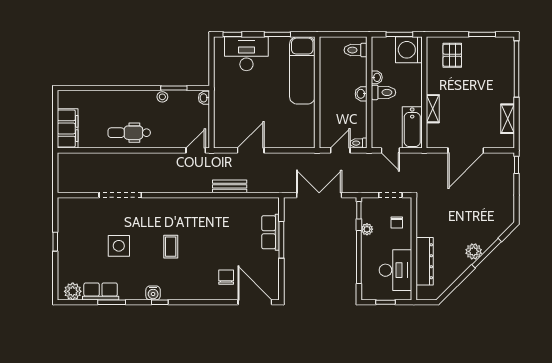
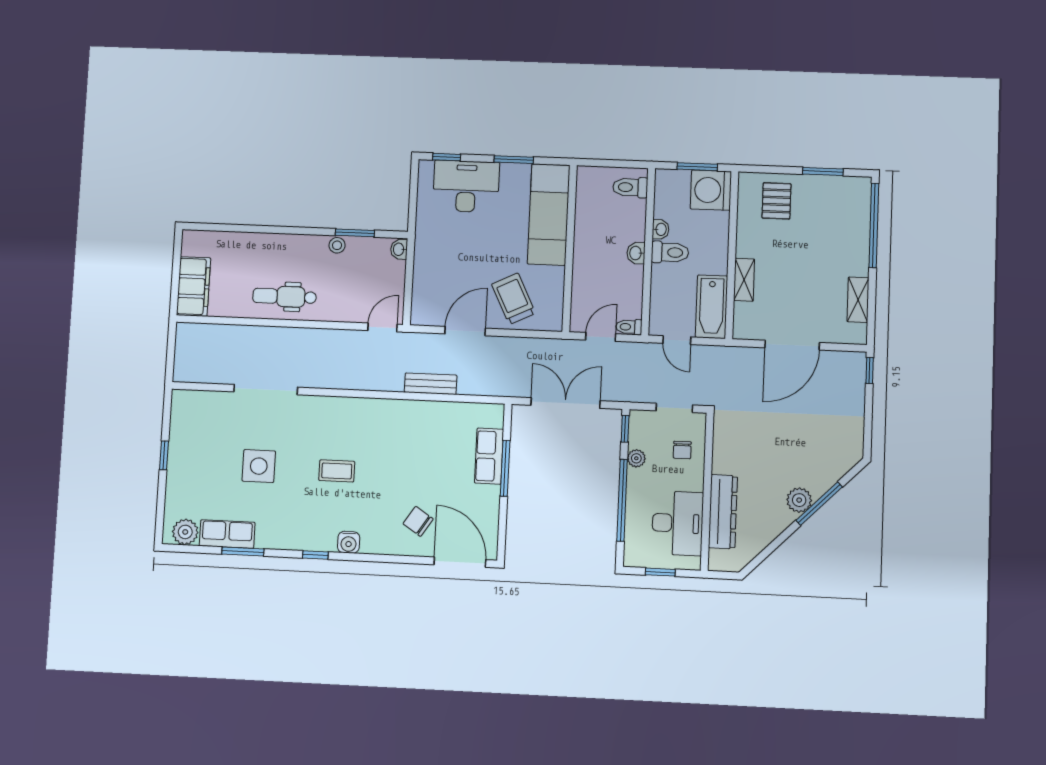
trolley: (282, 128) -> (514, 299), added
coffee table: (171, 247) -> (337, 471), turned 90
chair: (226, 277) -> (418, 521), turned -57
water cooler: (153, 293) -> (349, 542), moved

